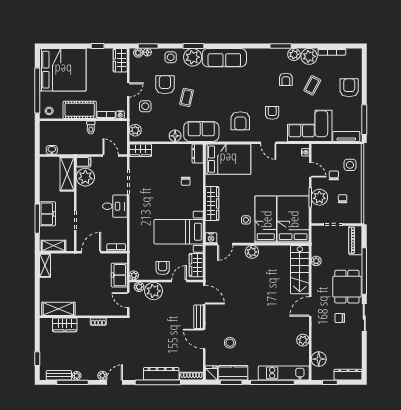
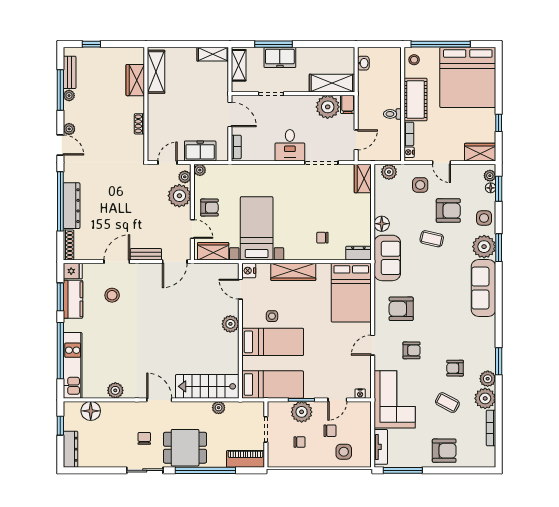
bed: (293, 219) -> (273, 385), width x0.67

